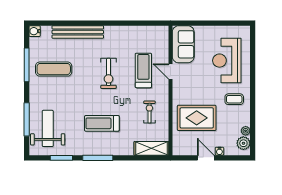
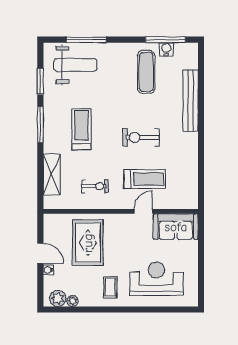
water cooler: (35, 31) -> (166, 49), moved
window: (27, 65) -> (165, 40), moved
shelving: (151, 148) -> (52, 174), moved
door: (206, 158) -> (40, 253), hinge flipped

